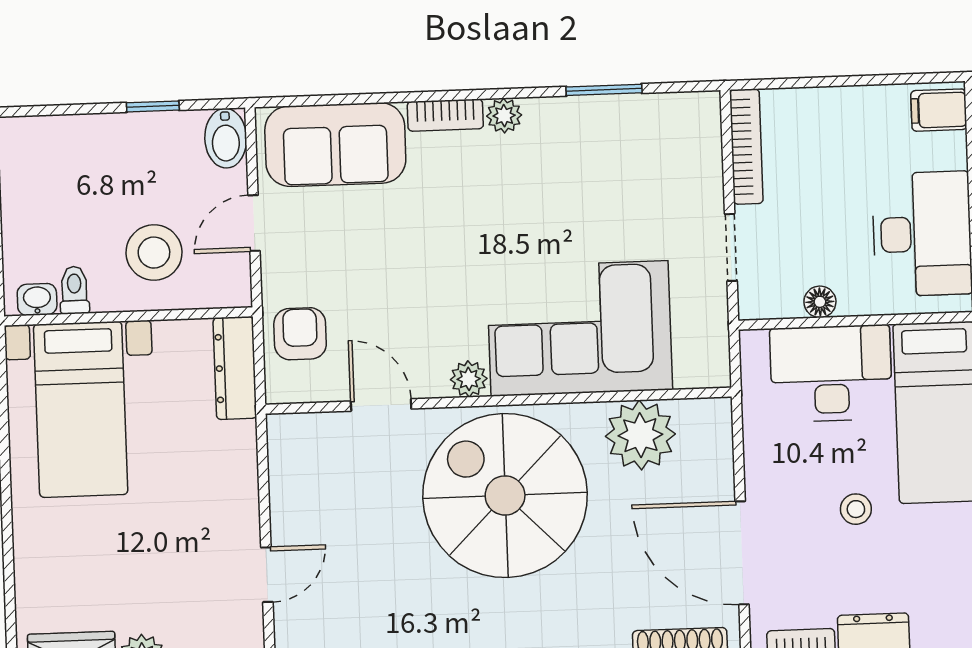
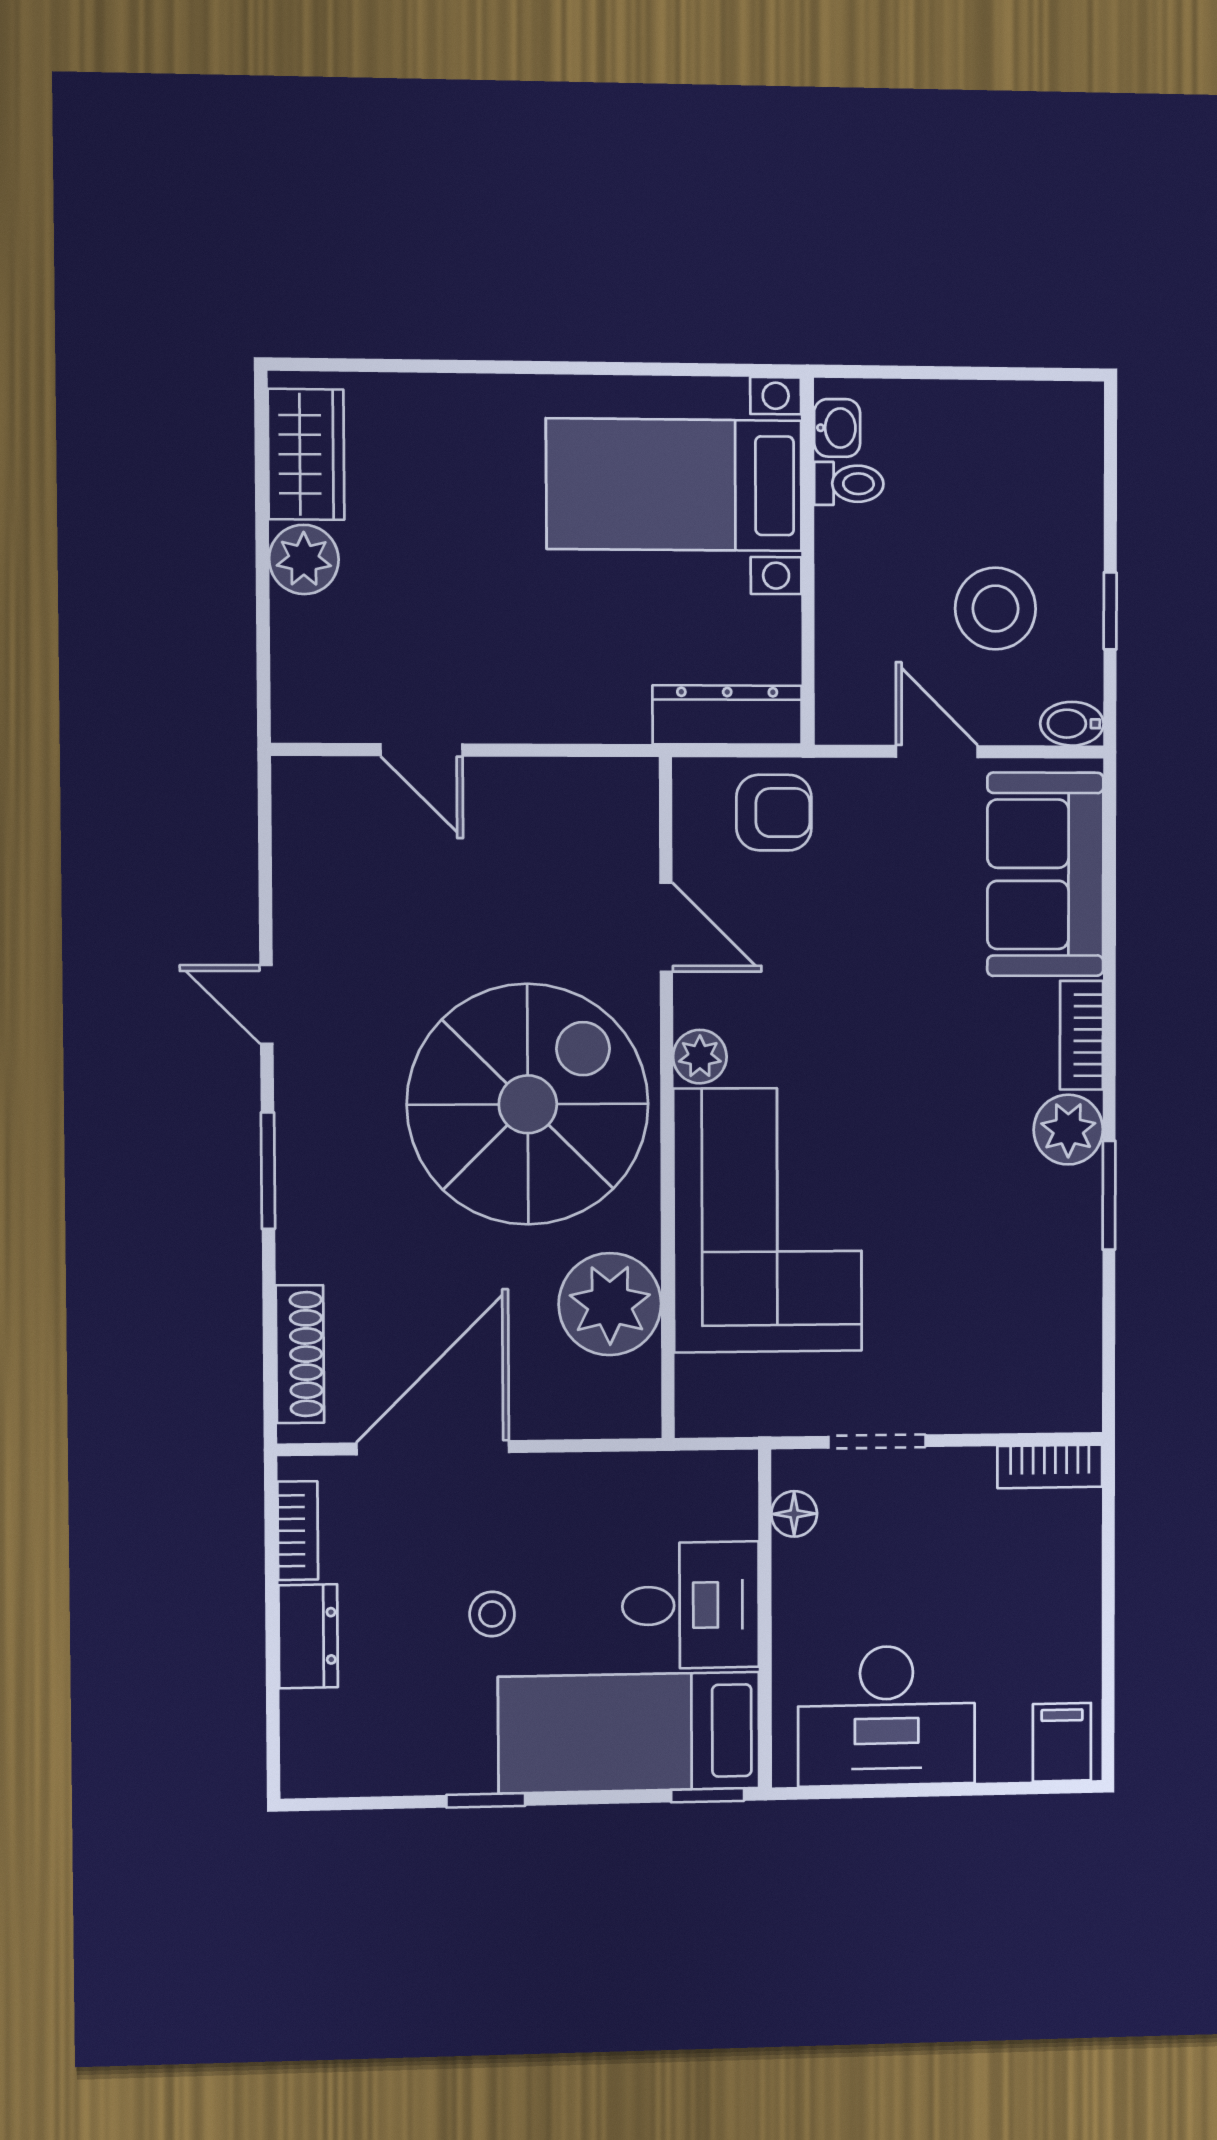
window: (604, 90) -> (1109, 1195), moved
plant: (504, 116) -> (1068, 1130), width x1.38, depth x1.38
bidet: (226, 138) -> (1072, 724), width x0.72, depth x0.74
bookcase: (746, 147) -> (1050, 1466), width x0.64
stool: (154, 253) -> (996, 609), moved
floor lamp: (820, 302) -> (794, 1514), moved
desk: (831, 373) -> (691, 1605), width x0.73
door: (381, 405) -> (666, 927), hinge flipped

